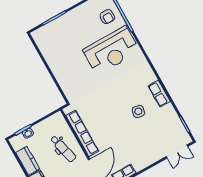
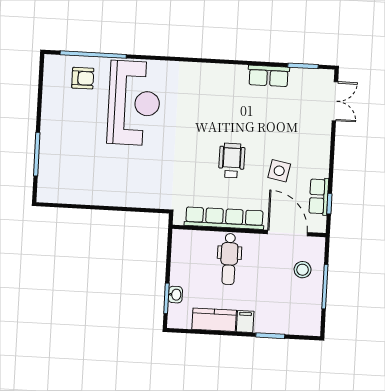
row of seats: (159, 94) -> (269, 76), moved
side table: (138, 111) -> (279, 171), moved
wheelchair: (114, 118) -> (232, 160), added
dental chair: (63, 149) -> (229, 259), turned 104

